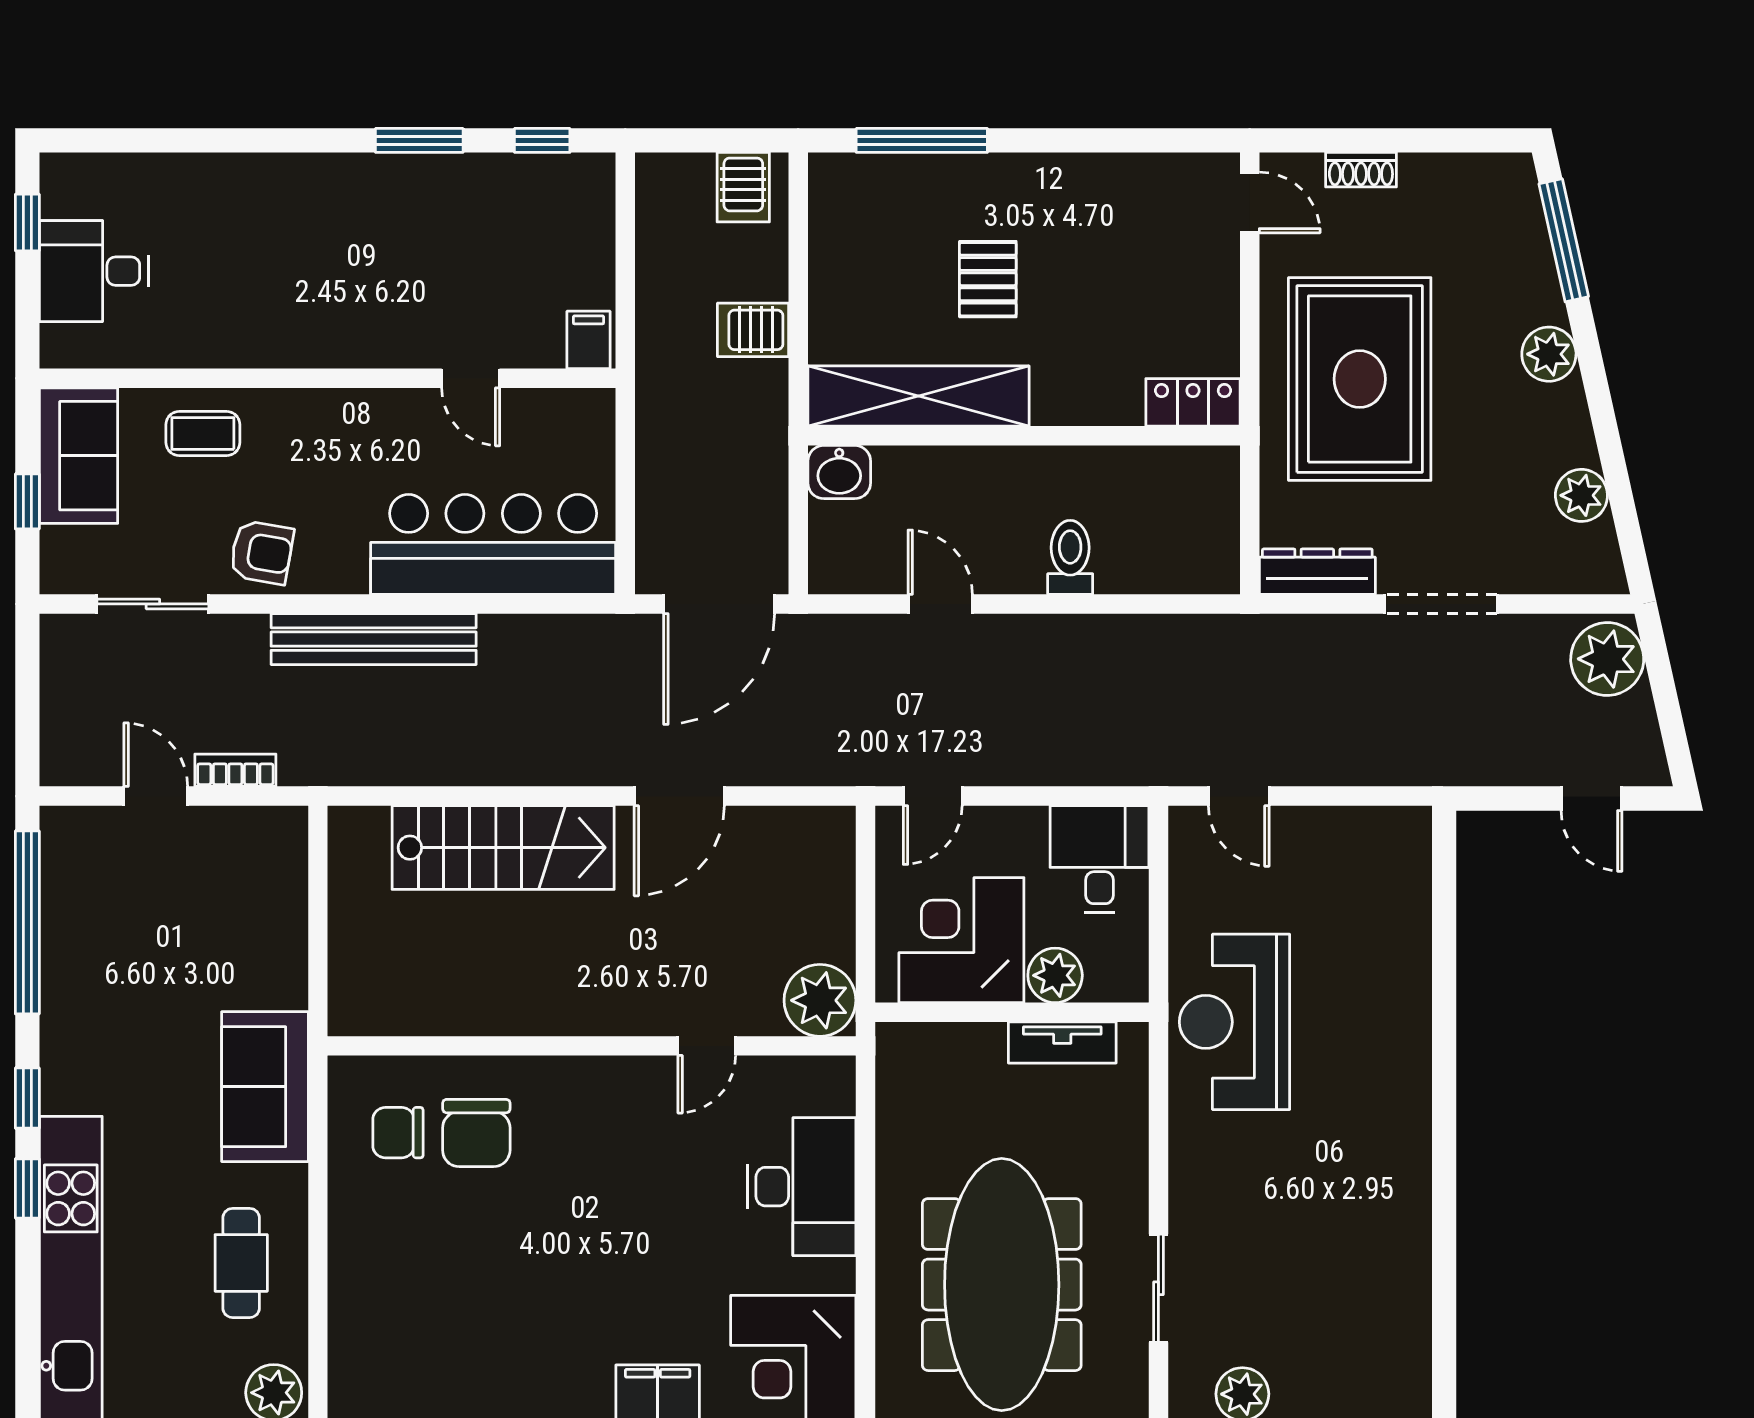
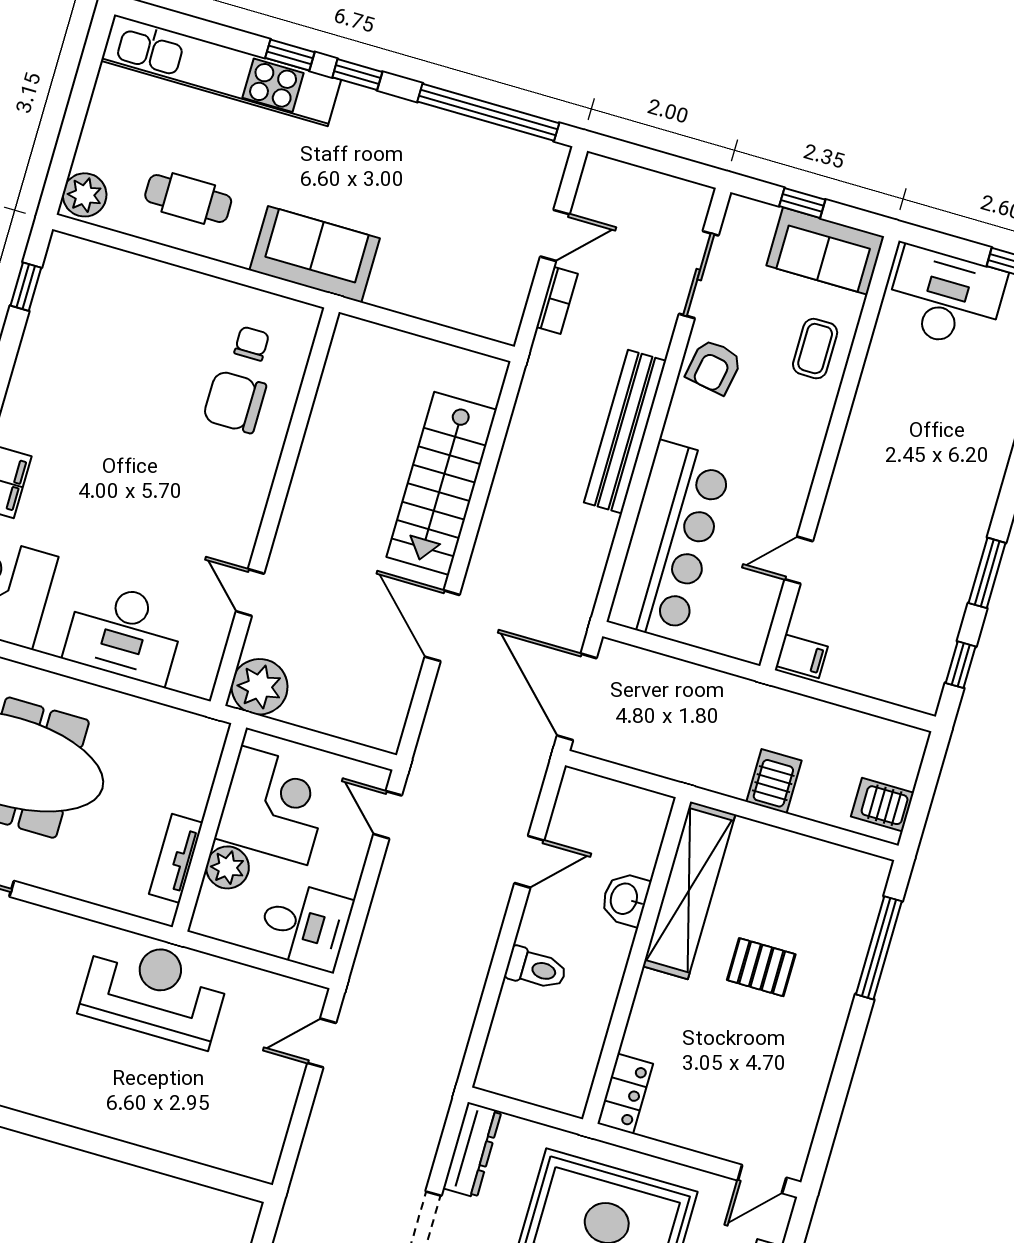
desk: (94, 271) -> (946, 298), width x1.37
washbasin: (839, 472) -> (625, 899), moved
chair: (398, 1133) -> (252, 344), width x0.73, depth x0.73

